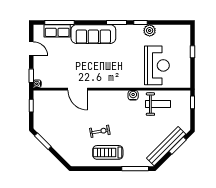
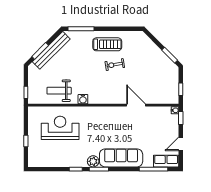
row of seats: (57, 31) -> (166, 161), moved
plant: (150, 31) -> (93, 161), moved
door: (31, 49) -> (181, 144), hinge flipped
reception desk: (157, 65) -> (60, 128), turned 90

